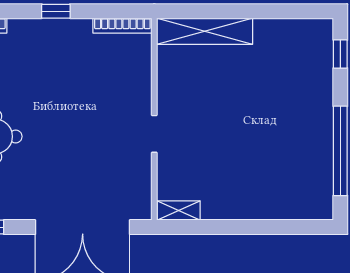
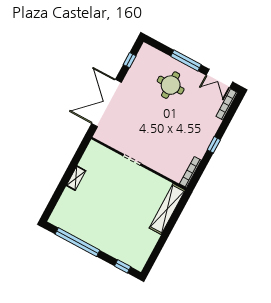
shelving: (179, 210) -> (76, 178), moved

